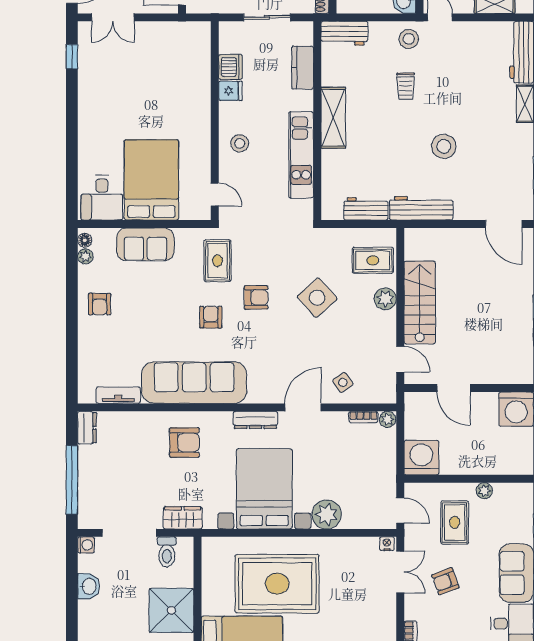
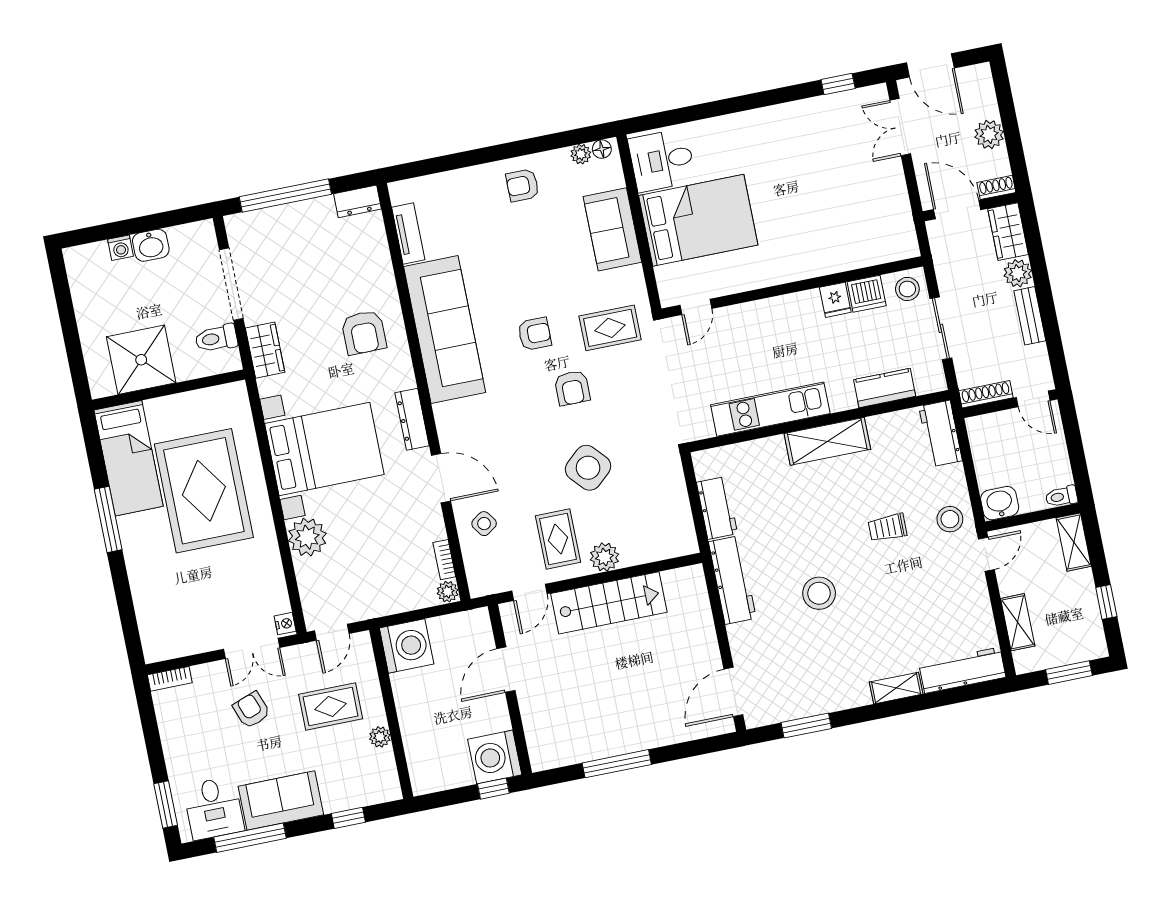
stool: (240, 143) -> (907, 289), moved
rug: (373, 260) -> (558, 539), moved
washing machine: (86, 545) -> (121, 248), moved

